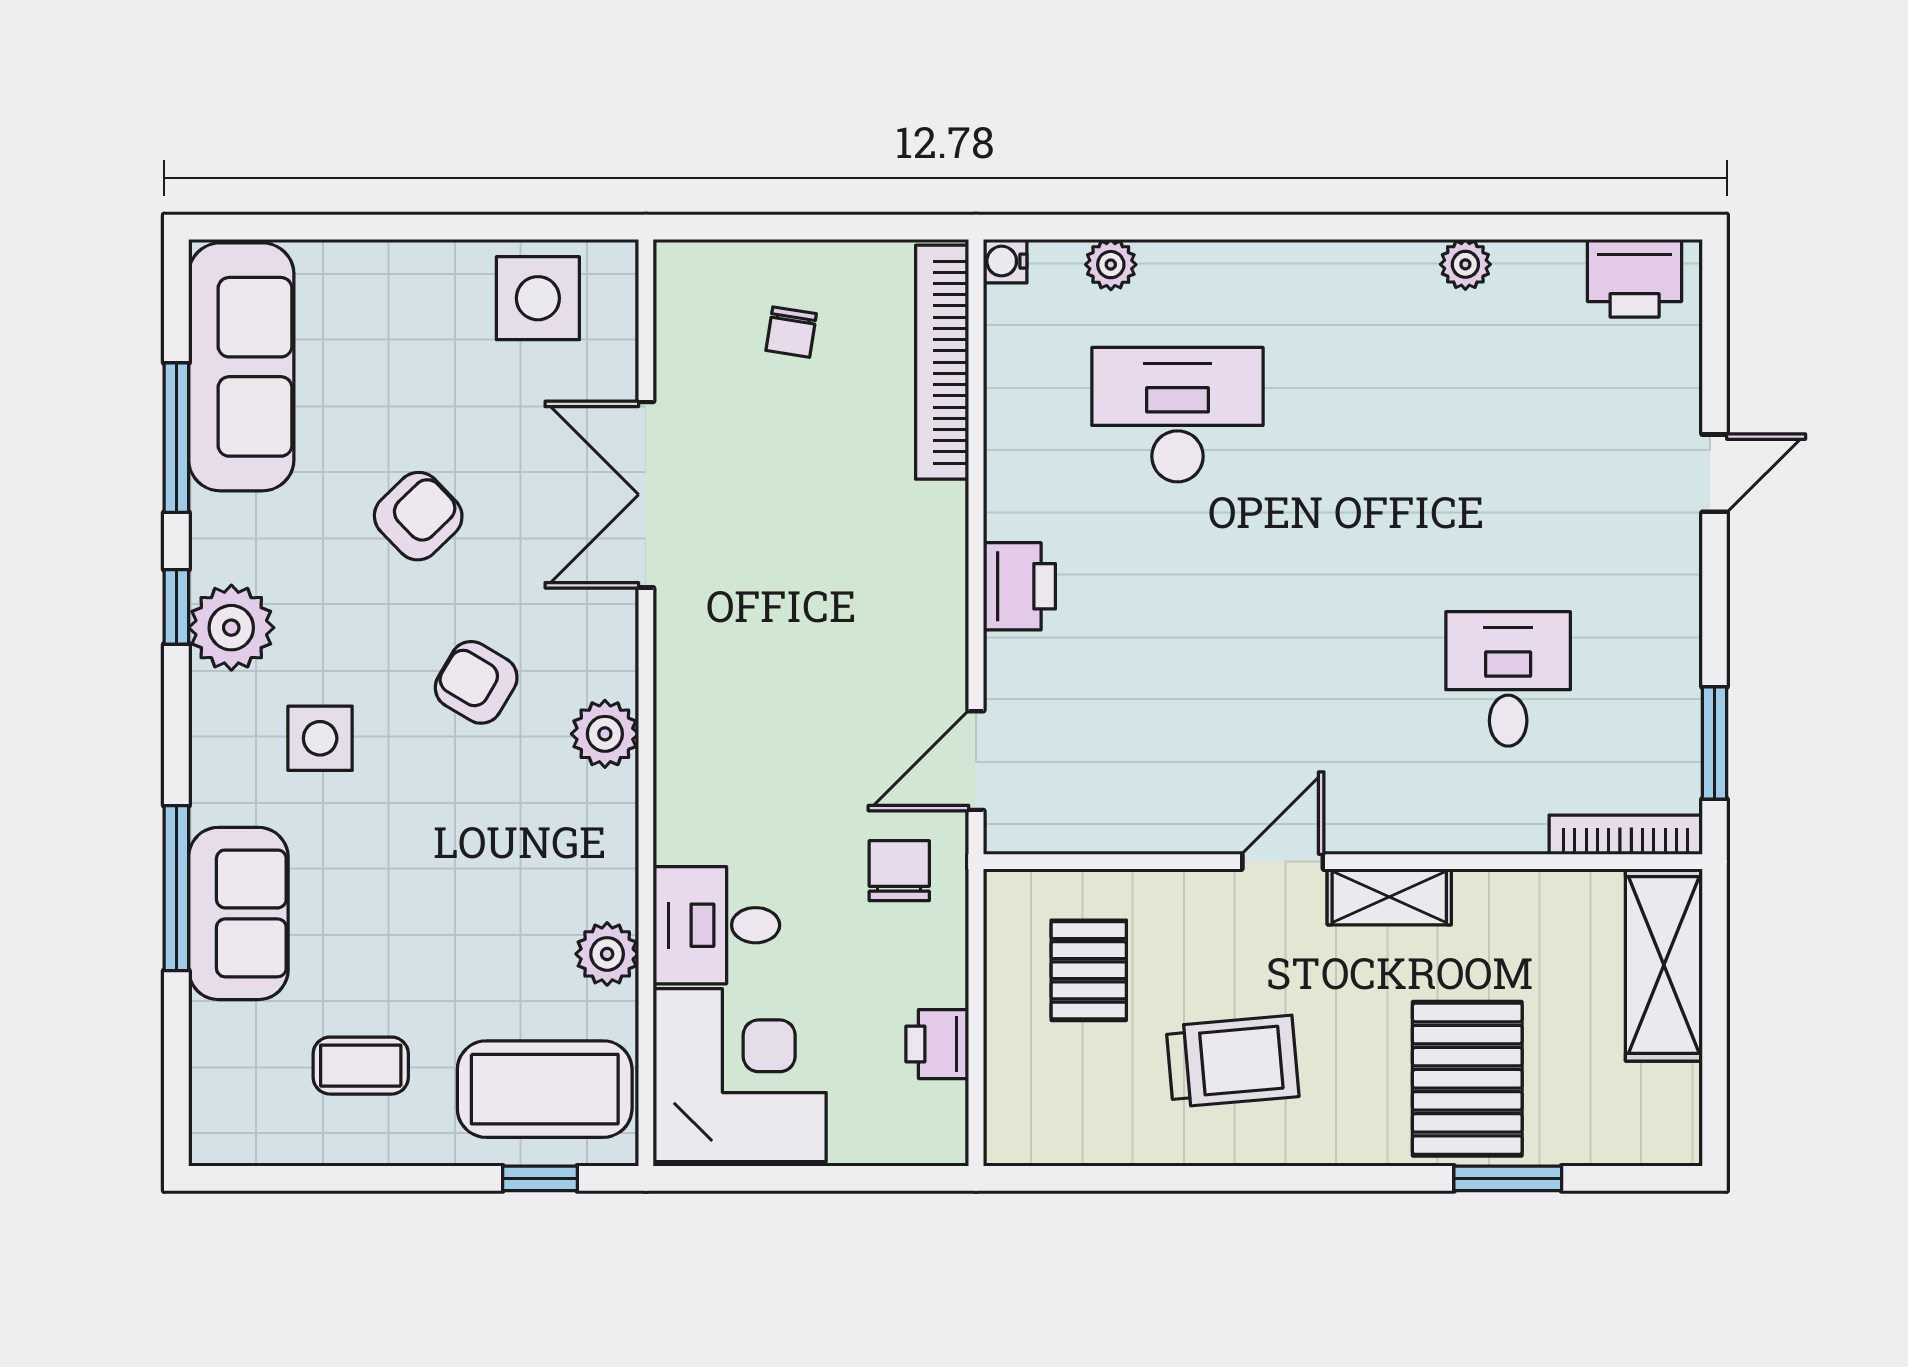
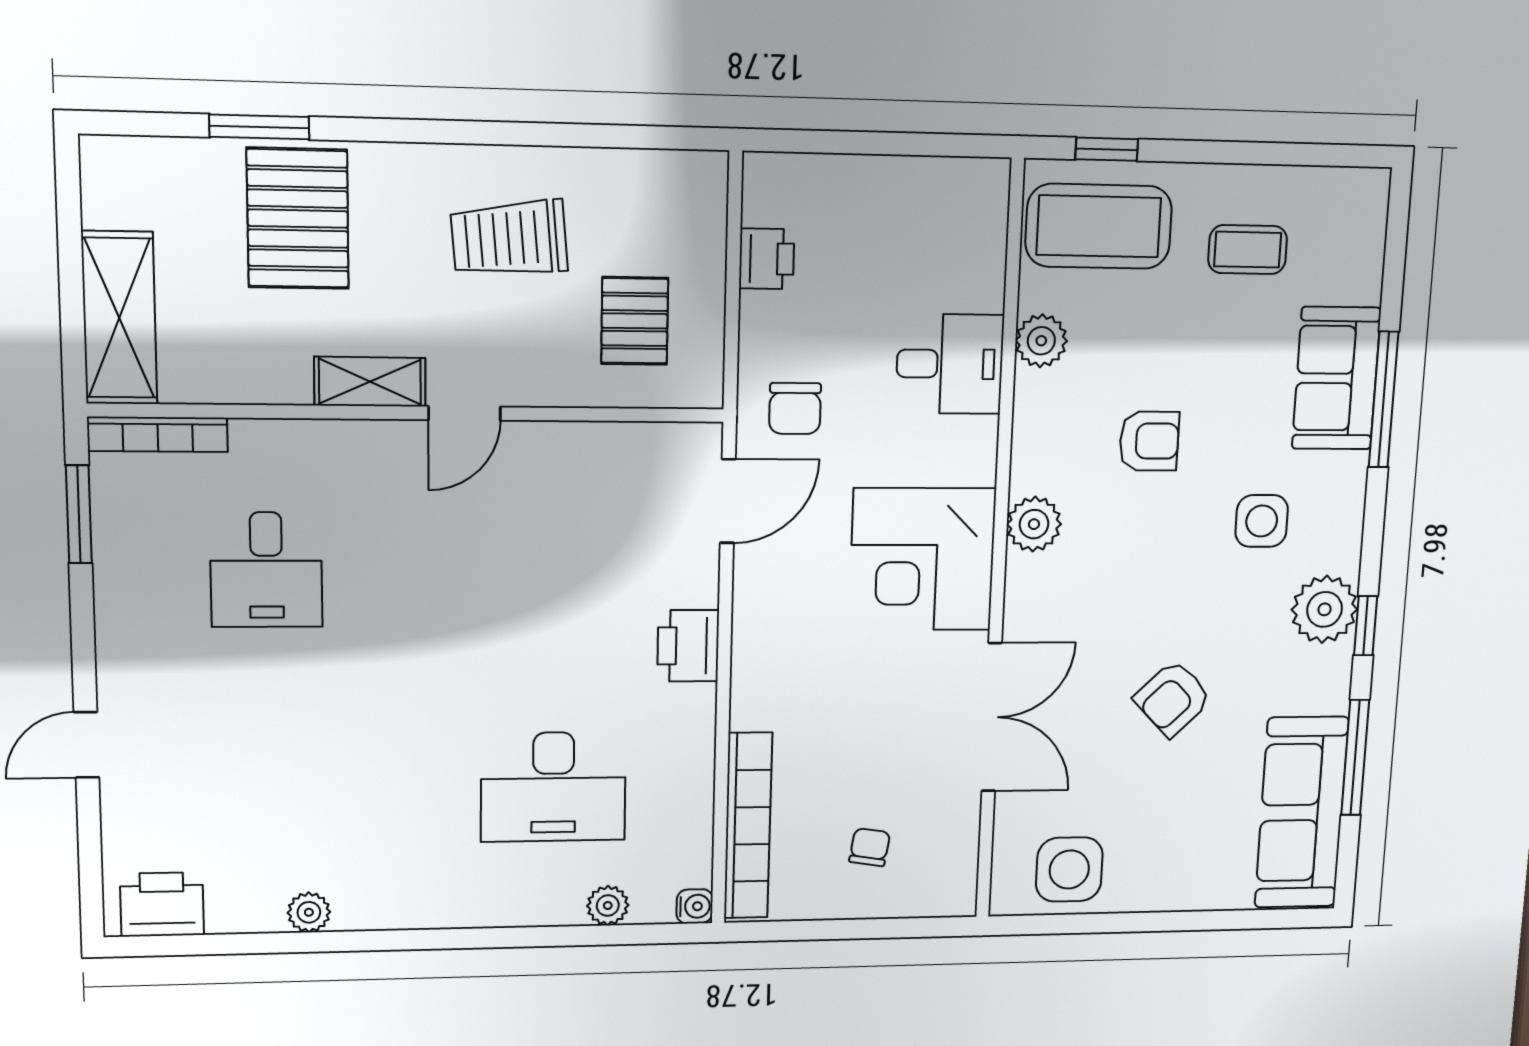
armchair: (476, 682) -> (1149, 441), moved, turned -31
corner desk: (740, 1075) -> (922, 559), moved

